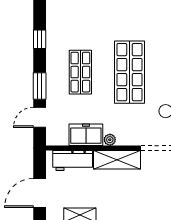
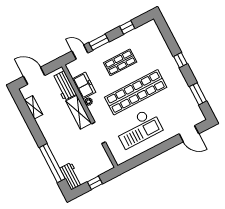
shop shelf: (129, 72) -> (136, 92), width x1.40

